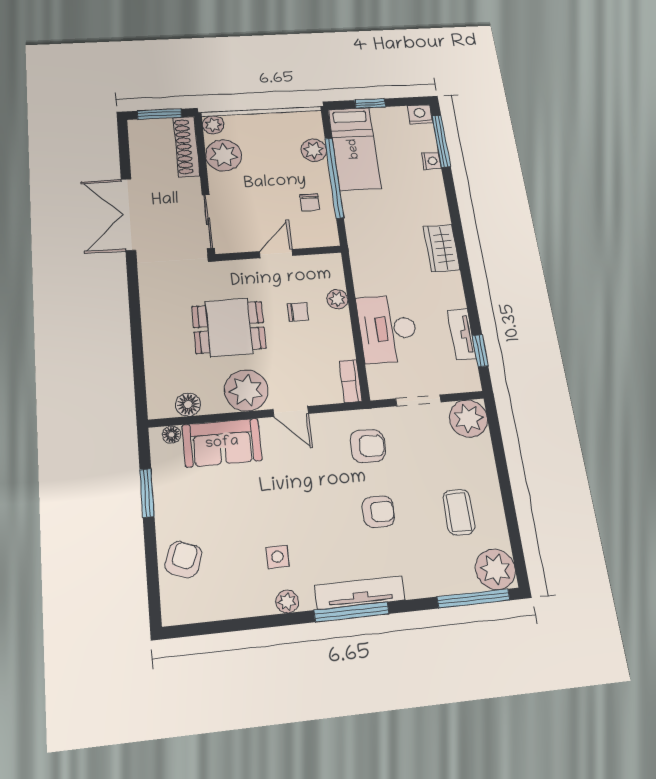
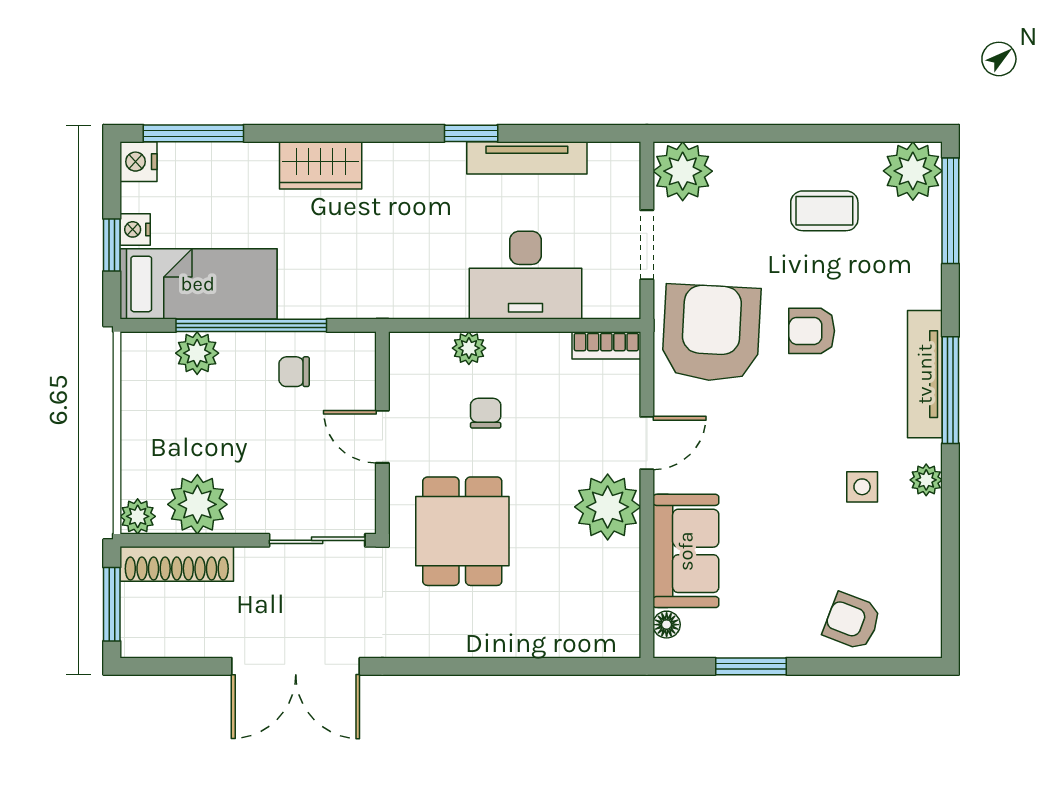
nightstand: (431, 161) -> (135, 229), moved, turned -90
chair: (310, 202) -> (294, 372), turned 180
wardrobe: (442, 248) -> (321, 165), moved
dining table: (229, 327) -> (462, 531), moved
tv unit: (462, 334) -> (527, 158), width x1.41
window: (480, 351) -> (471, 133), moved
floor lamp: (188, 405) -> (622, 596), removed
armchair: (368, 446) -> (711, 333), width x1.88, depth x1.88
armchair: (378, 512) -> (812, 331), turned -90

